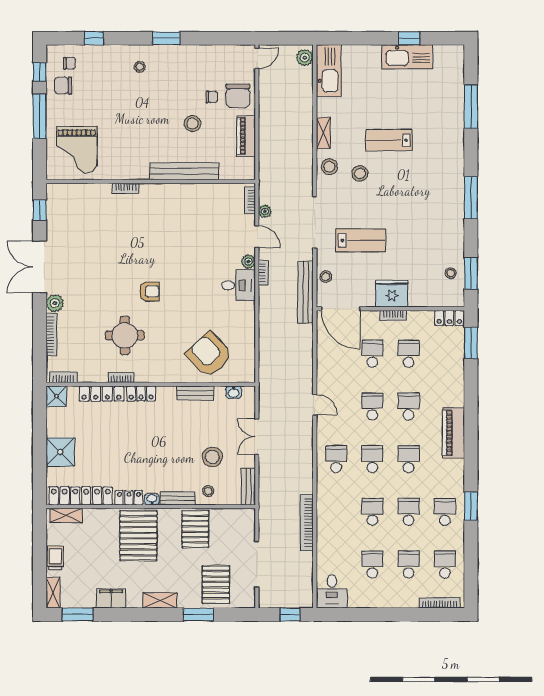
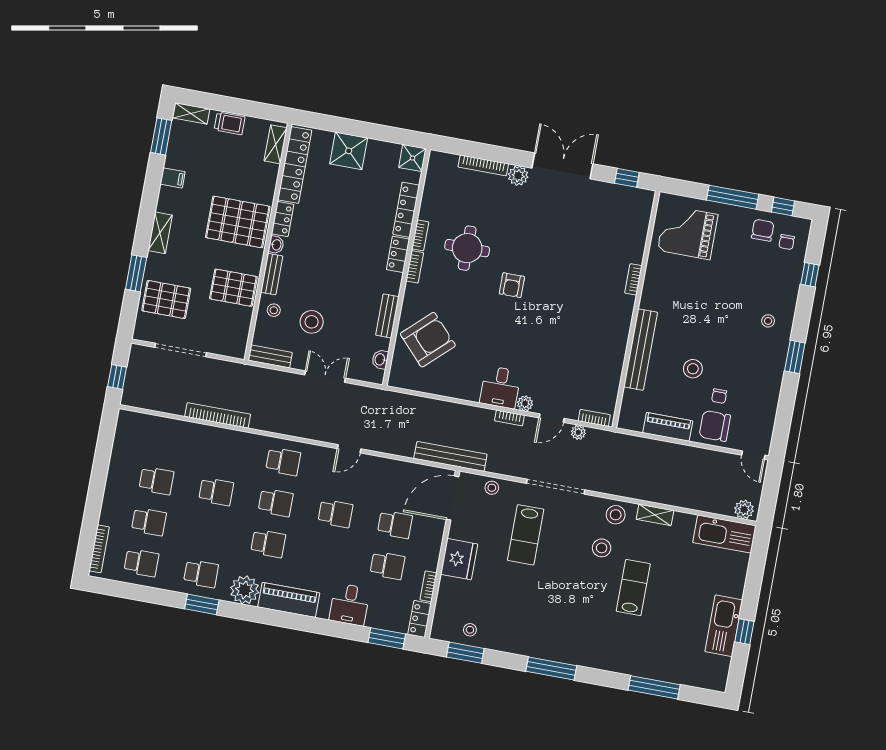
bench: (305, 292) -> (450, 456), moved
bookcase: (393, 315) -> (428, 586), moved
bookcase: (63, 377) -> (415, 267), moved
school desk: (409, 406) -> (328, 555), removed
plant: (452, 472) -> (245, 590), added
school desk: (409, 512) -> (209, 533), removed
desk: (332, 591) -> (349, 604), moved, turned -90
filing cabinet: (111, 598) -> (173, 178), width x0.50

